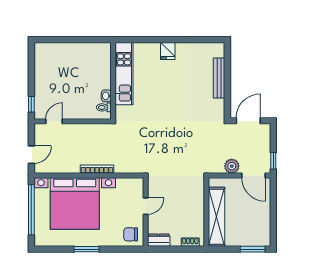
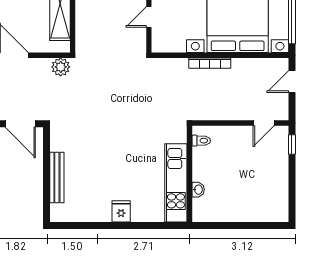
washbasin: (106, 96) -> (198, 190), moved
door: (248, 121) -> (20, 124), hinge flipped
plant: (232, 166) -> (61, 67), moved

